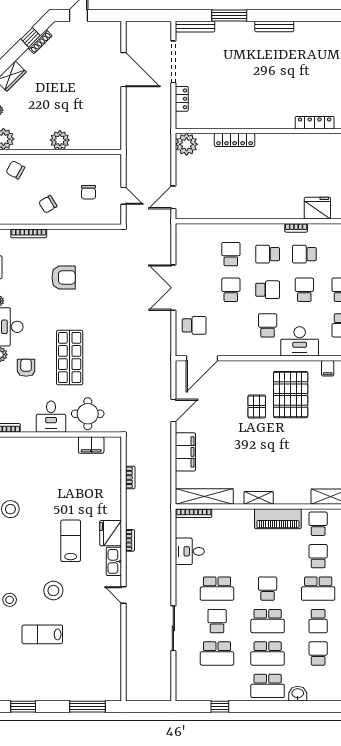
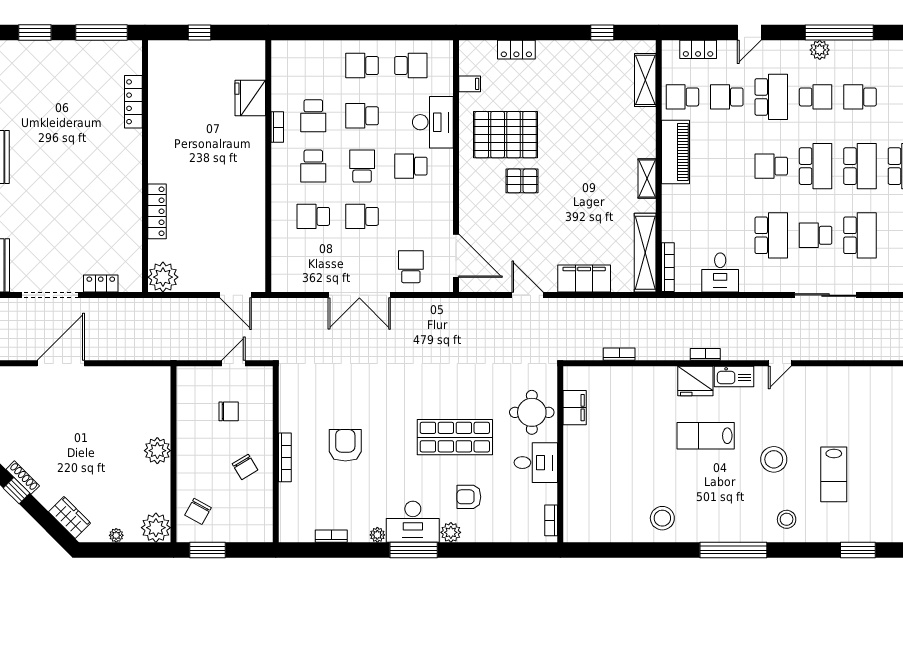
bookcase: (29, 233) -> (285, 457), moved

